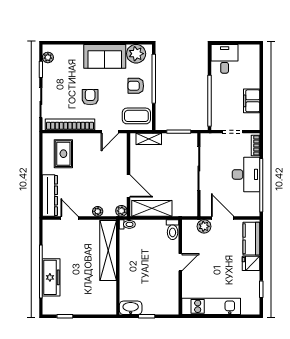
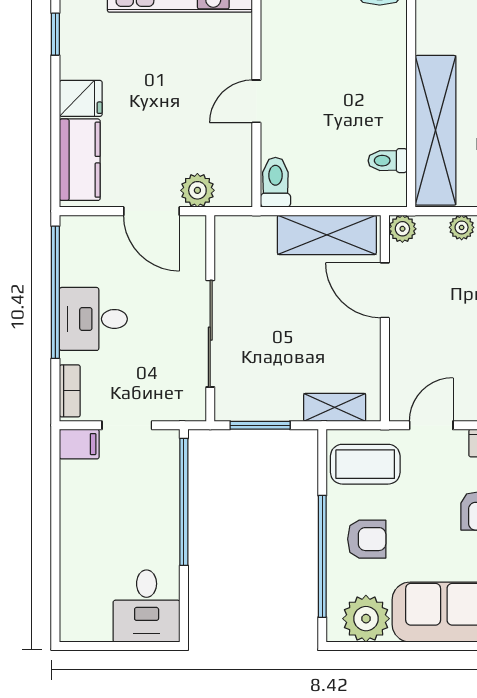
filing cabinet: (252, 101) -> (79, 444), moved, width x0.50
desk: (246, 174) -> (93, 319), width x0.73
toilet: (127, 224) -> (388, 161), moved

